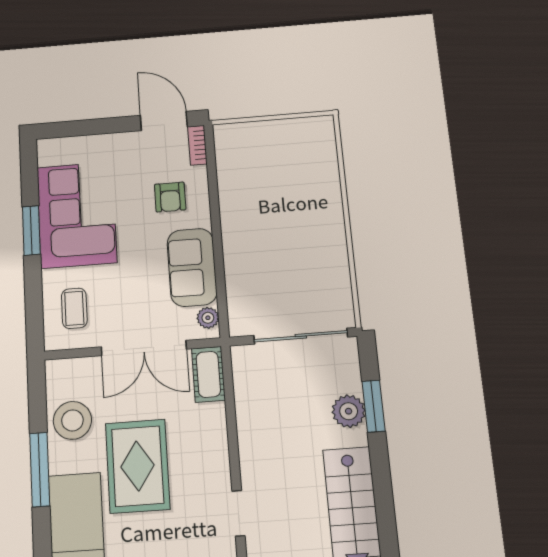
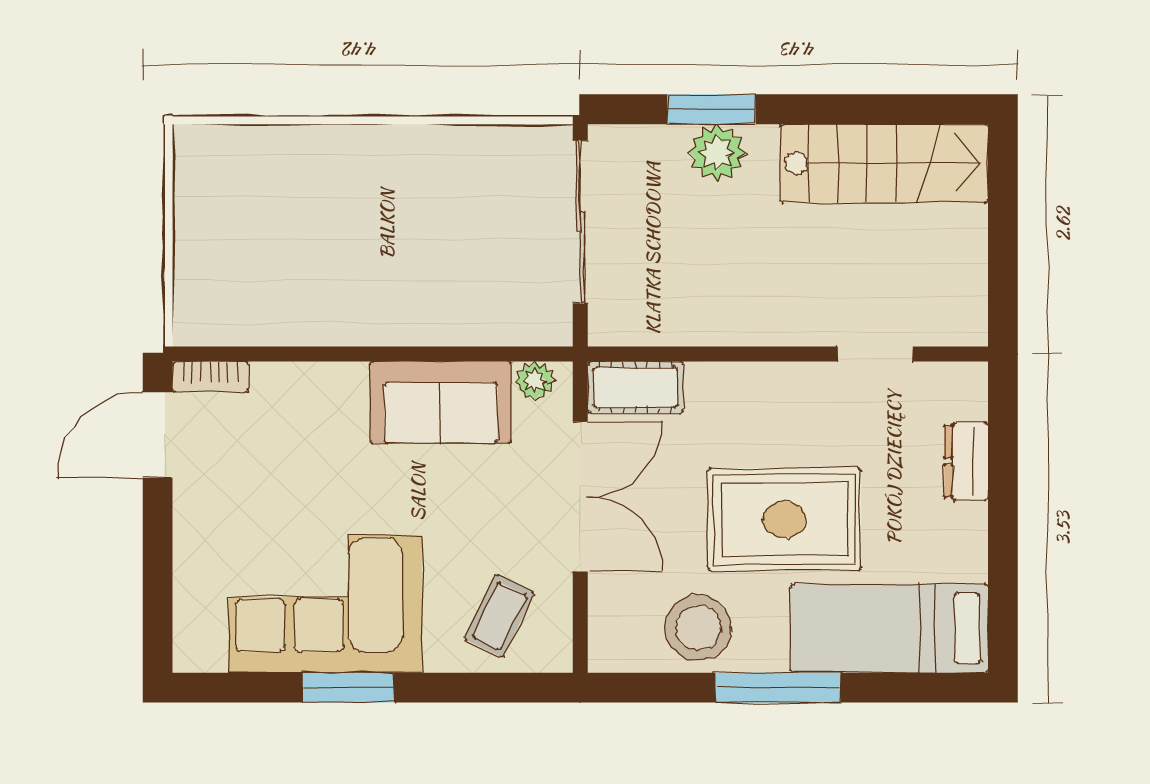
armchair: (170, 197) -> (306, 433), removed
coffee table: (74, 308) -> (499, 616), turned -64

